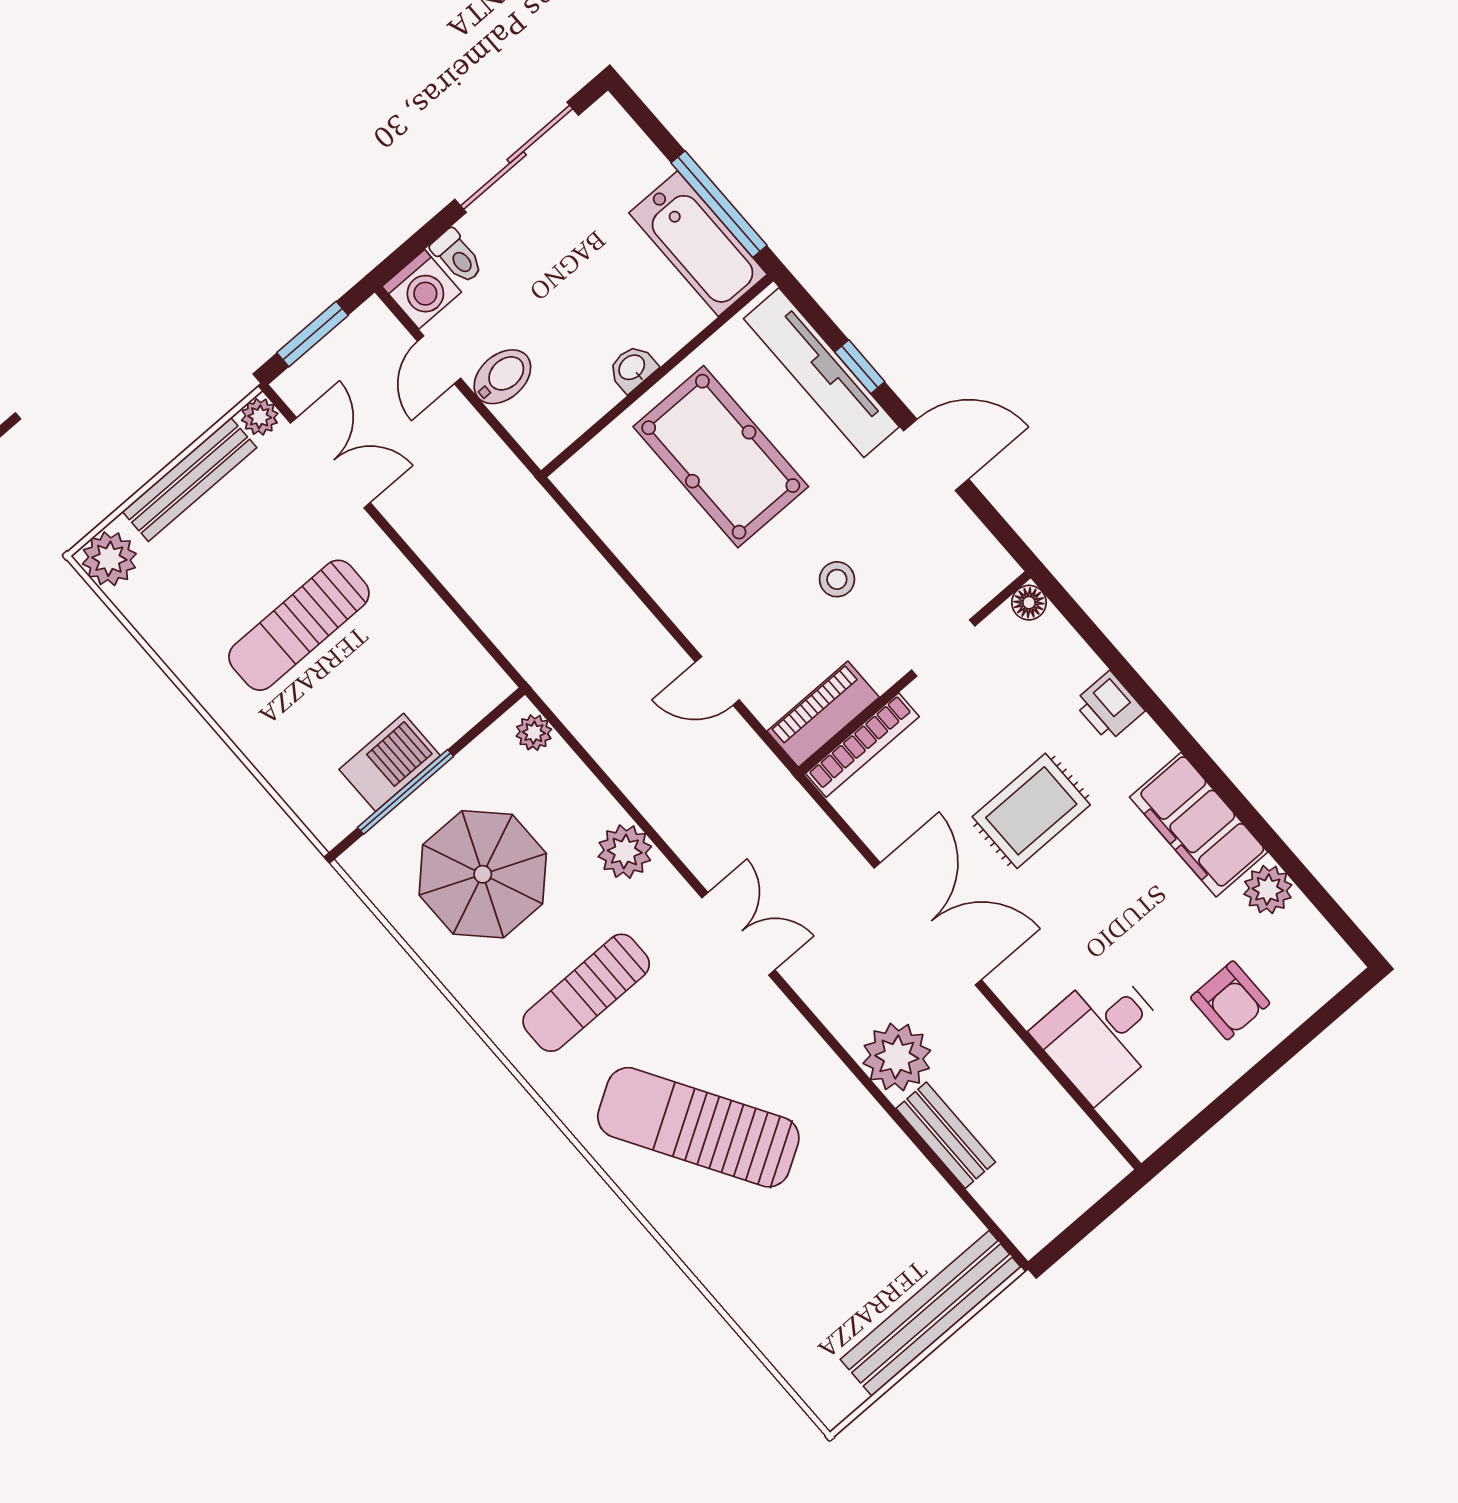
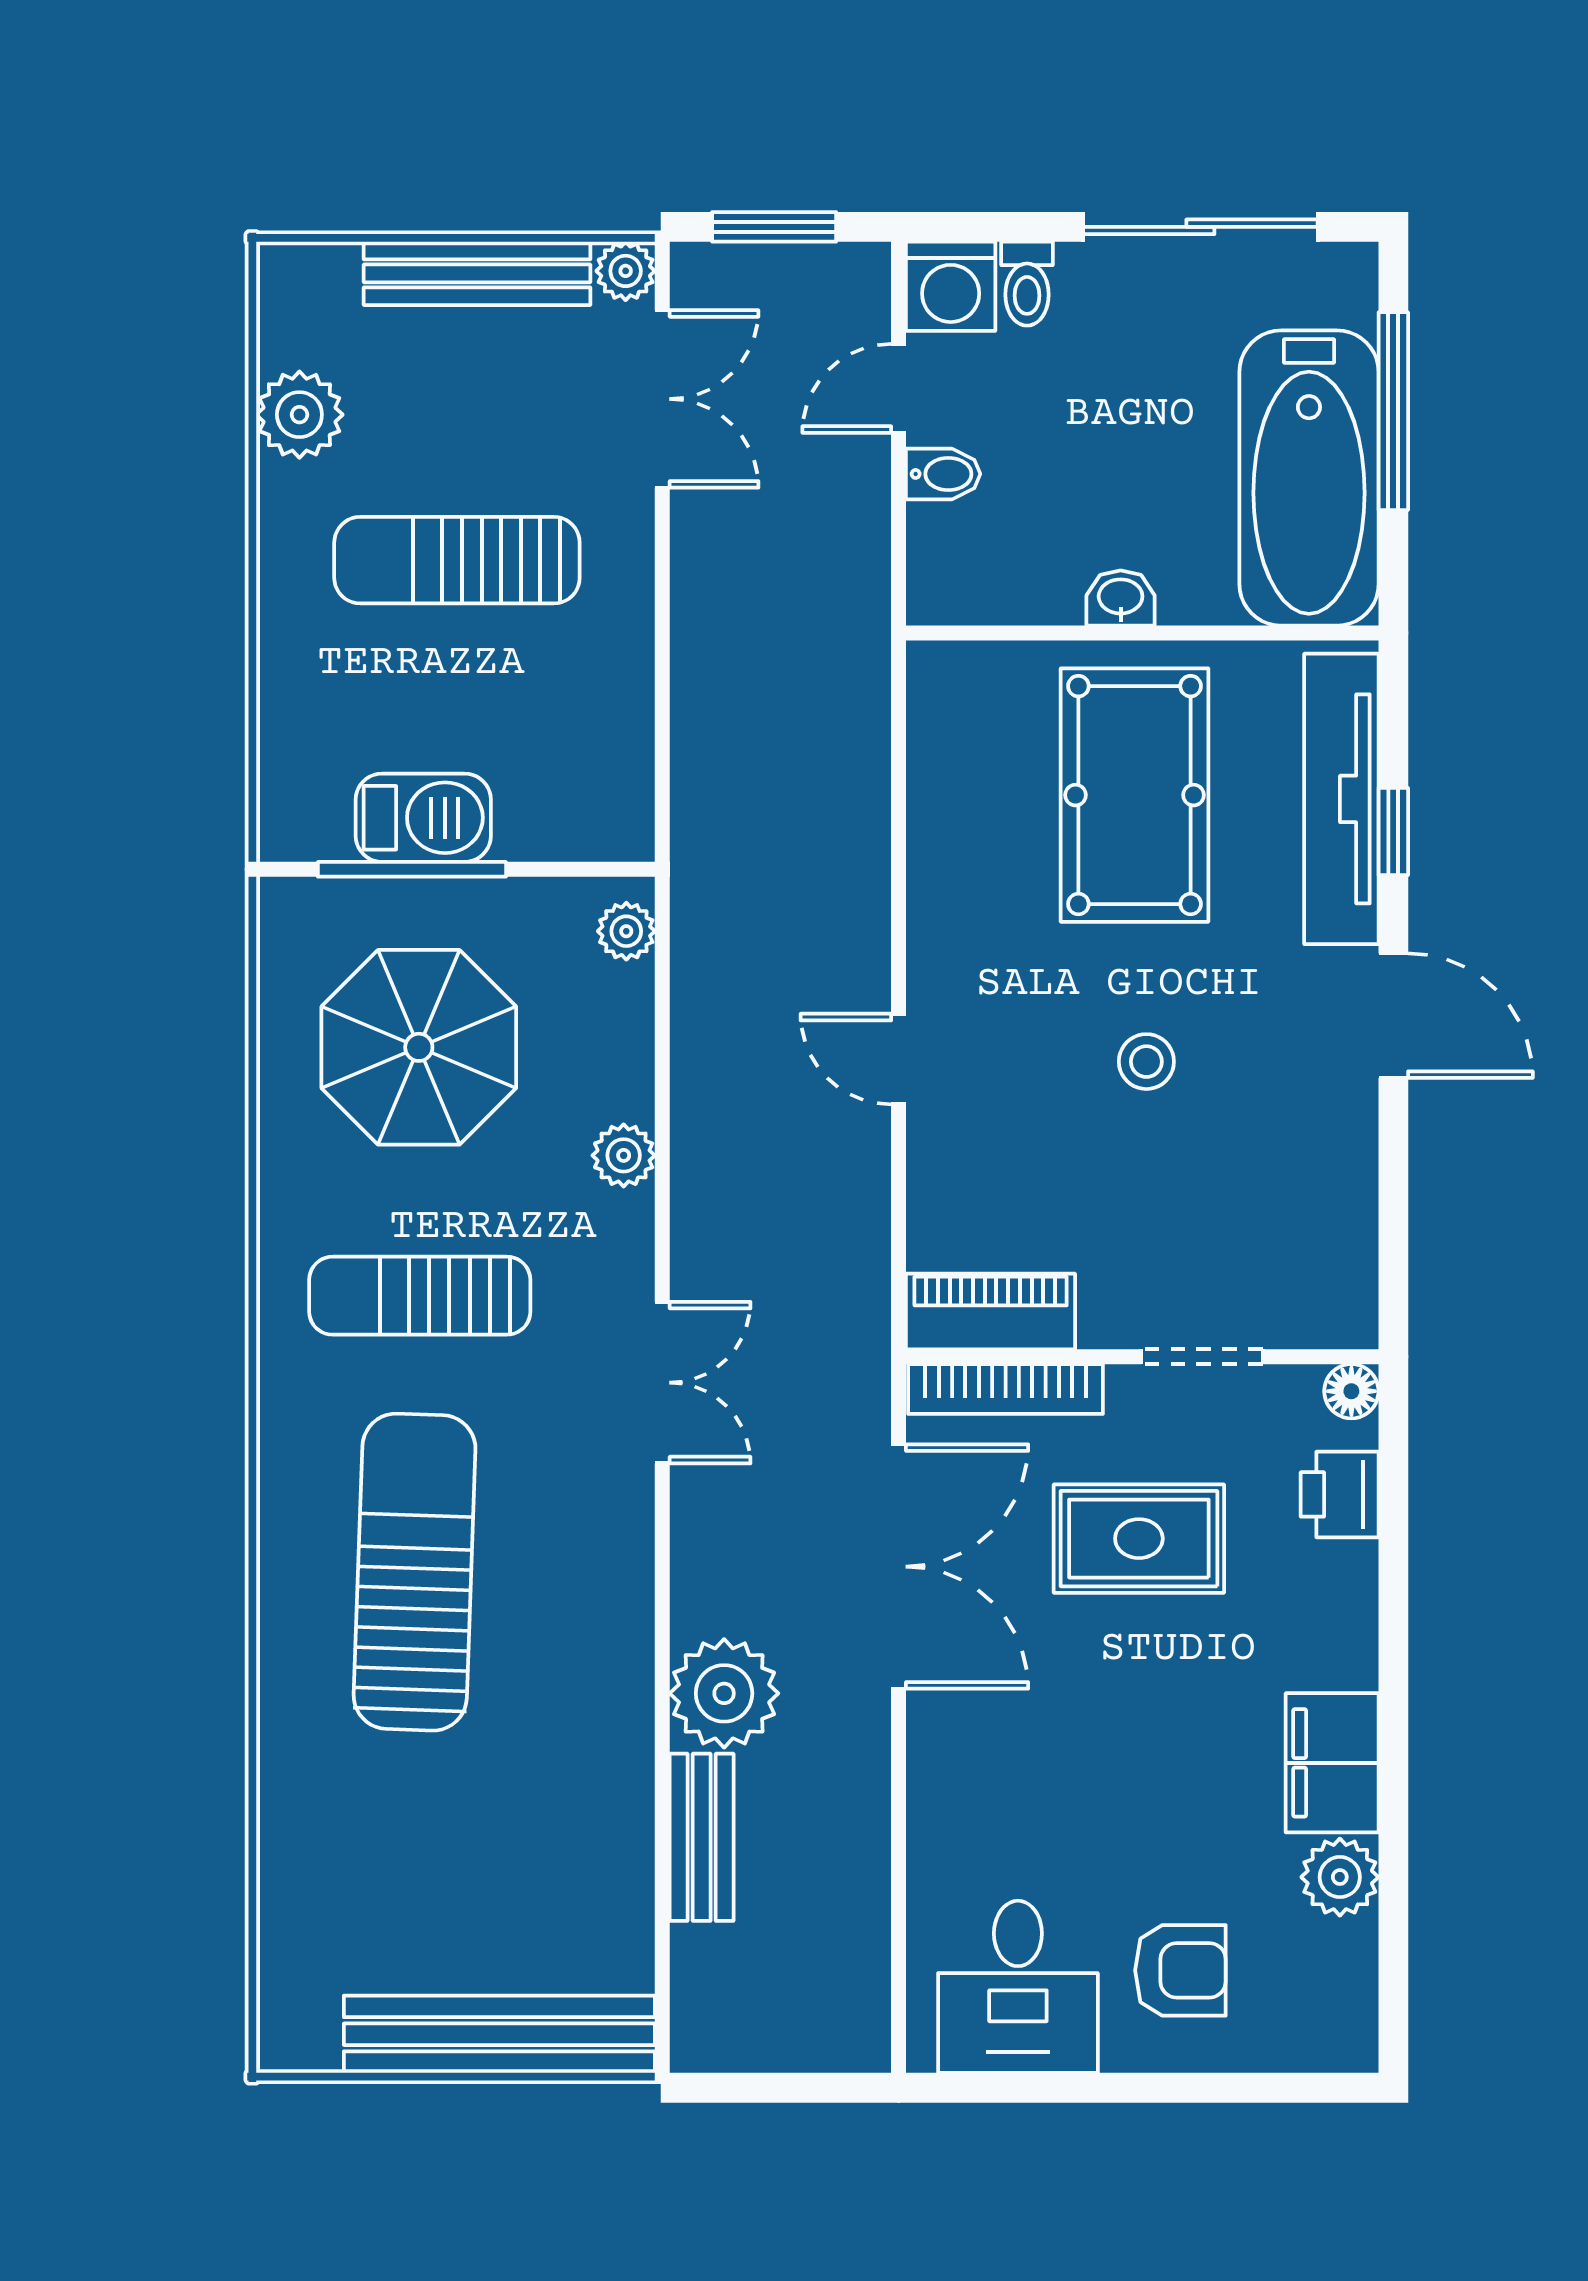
window: (719, 204) -> (1393, 411), moved
bathtub: (698, 244) -> (1309, 478), width x1.36, depth x1.36
bidet: (502, 377) -> (943, 474), width x0.72, depth x0.74
plant: (109, 559) -> (299, 415), moved
floor lamp: (1029, 603) -> (1351, 1391), moved
doorway: (943, 648) -> (1202, 1357), moved
wall: (915, 673) -> (1142, 1357), moved
piano: (823, 714) -> (991, 1311), moved
bookcase: (862, 745) -> (1006, 1389), moved
filing cabinet: (1199, 825) -> (1332, 1763), width x0.67, depth x0.86
plant: (625, 852) -> (624, 1155), width x0.73, depth x0.73
armchair: (1230, 1000) -> (1180, 1970), turned -90
desk: (1102, 1034) -> (1018, 1987), moved, turned -90
sun lounger: (698, 1127) -> (415, 1572), turned 33

